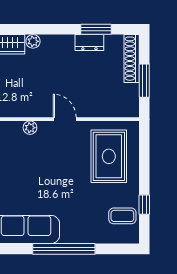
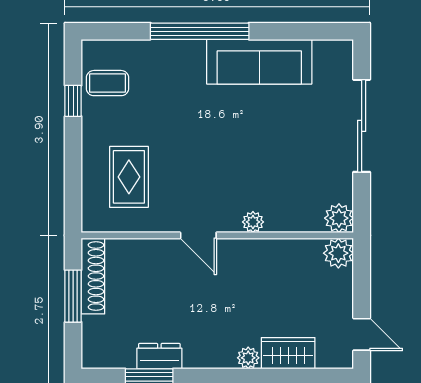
shoe rack: (132, 59) -> (93, 276), moved
rug: (109, 156) -> (129, 177), width x0.73, depth x0.70

